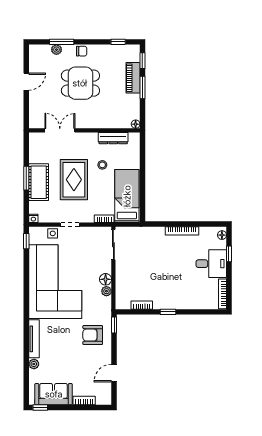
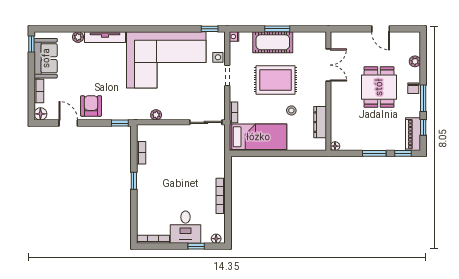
window: (62, 42) -> (423, 98), moved
piano: (133, 78) -> (413, 134), moved, turned -90
floor lamp: (106, 279) -> (40, 114), moved
armchair: (93, 335) -> (91, 106), moved

